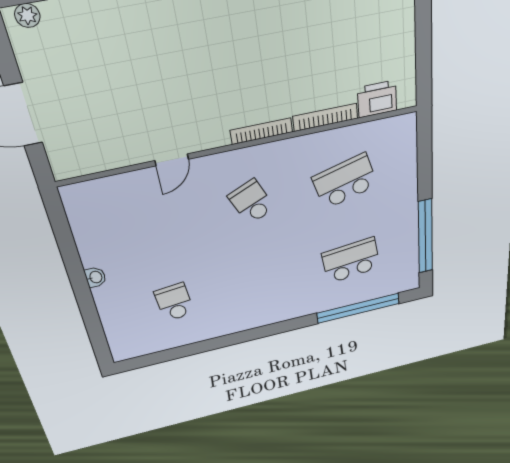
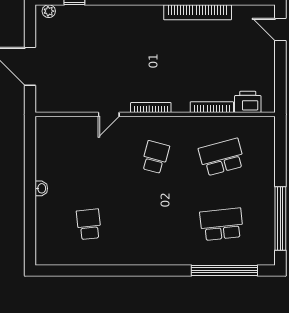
bookcase: (262, 131) -> (151, 108), moved
school desk: (252, 202) -> (155, 157), turned 39

